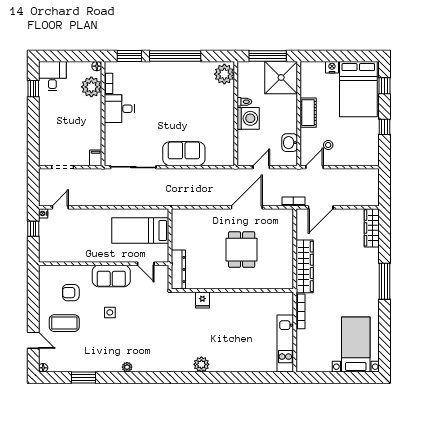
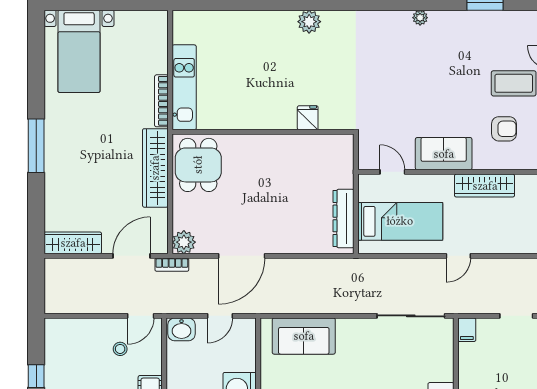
washbasin: (290, 143) -> (182, 329), moved, turned 90
sofa: (184, 154) -> (304, 336), moved
door: (60, 207) -> (458, 256), moved
plant: (285, 217) -> (184, 242), added
wardrobe: (372, 228) -> (73, 243), moved, turned -90
dining table: (242, 250) -> (198, 165), moved
wardrobe: (84, 255) -> (485, 186), added
dresser: (178, 269) -> (344, 218), moved
side table: (110, 312) -> (446, 99), removed
kitchen unit: (285, 343) -> (184, 87), moved

